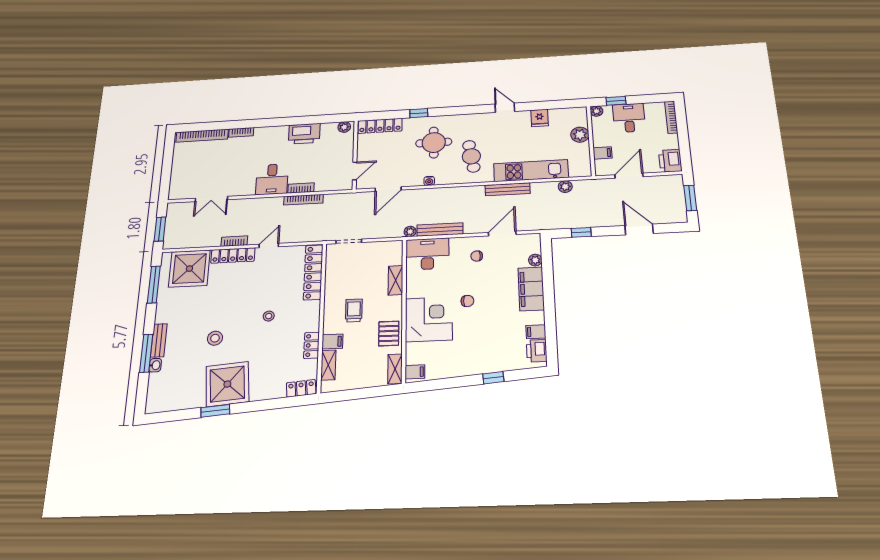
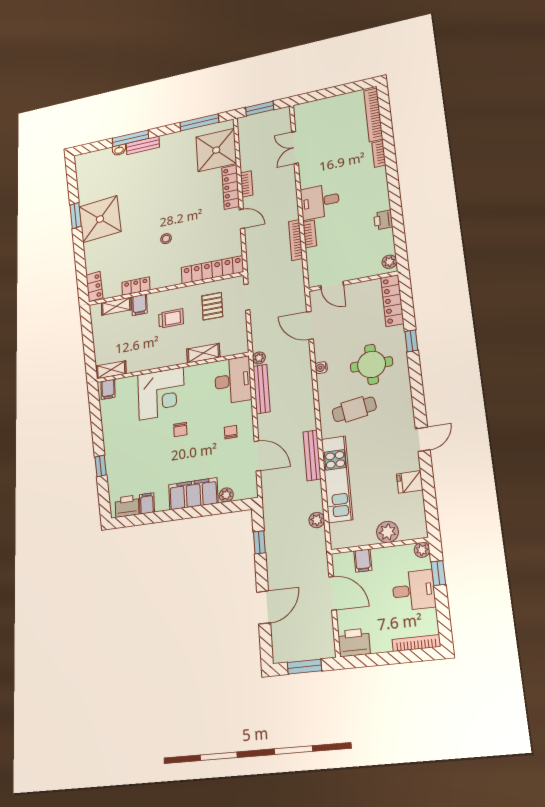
printer: (304, 134) -> (383, 220), width x0.53, depth x0.68
pallet: (389, 333) -> (212, 306), moved, turned 90
stool: (215, 338) -> (144, 195), removed

